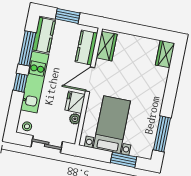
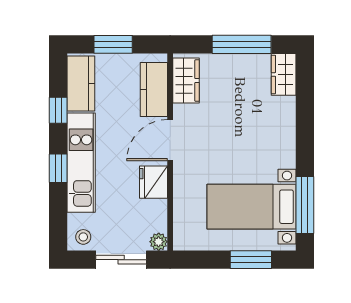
window: (144, 31) -> (242, 44), added
window: (27, 48) -> (58, 110), width x0.46
plant: (75, 119) -> (159, 242), moved
bed with nightstands: (112, 125) -> (251, 207), moved, turned -90

